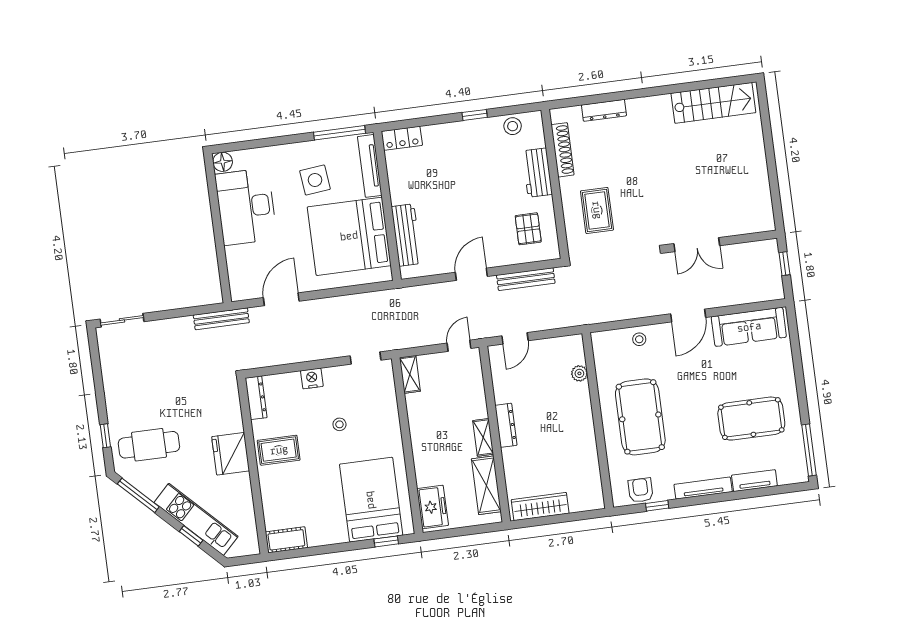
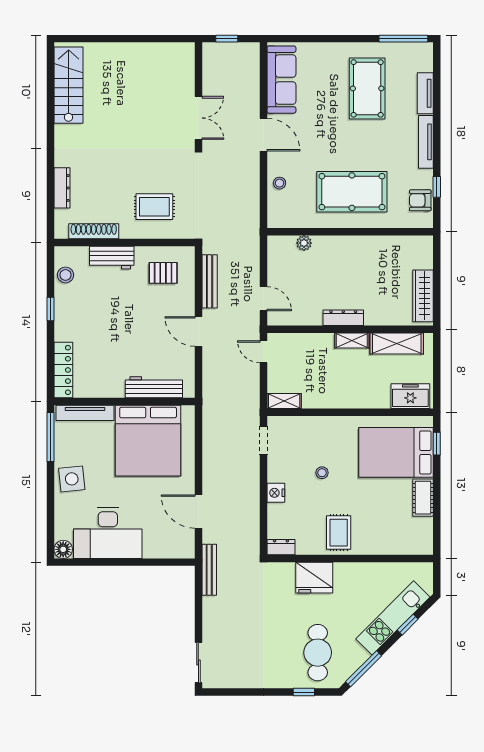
locker: (402, 138) -> (63, 370), width x1.53
side table: (315, 180) -> (72, 479), moved
dresser: (256, 398) -> (281, 547), width x0.70
fridge: (231, 454) -> (314, 578), moved
cot: (286, 540) -> (423, 498), moved

